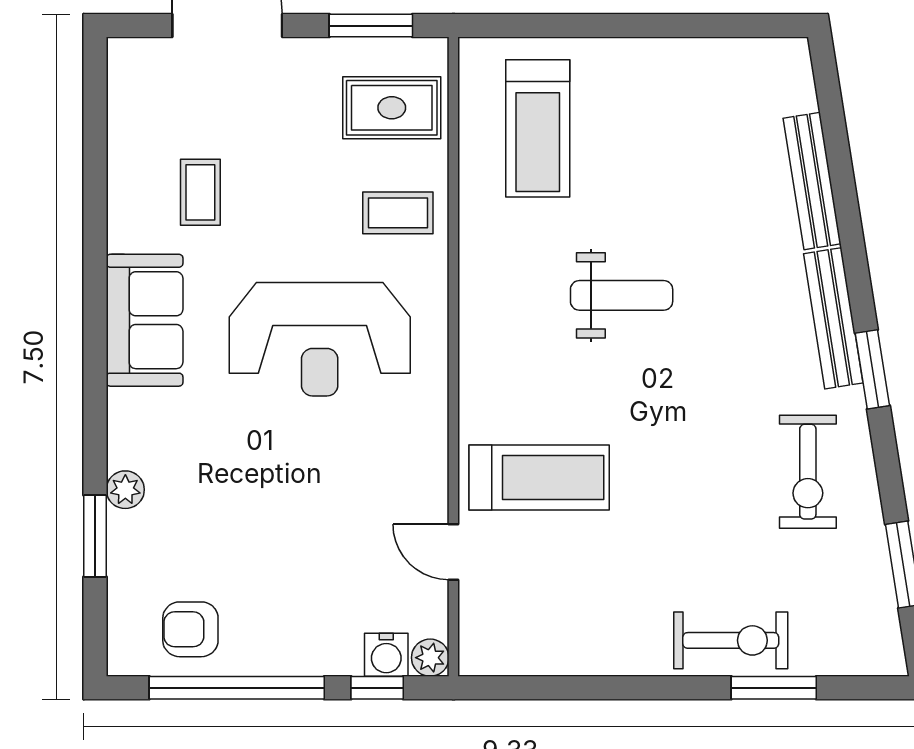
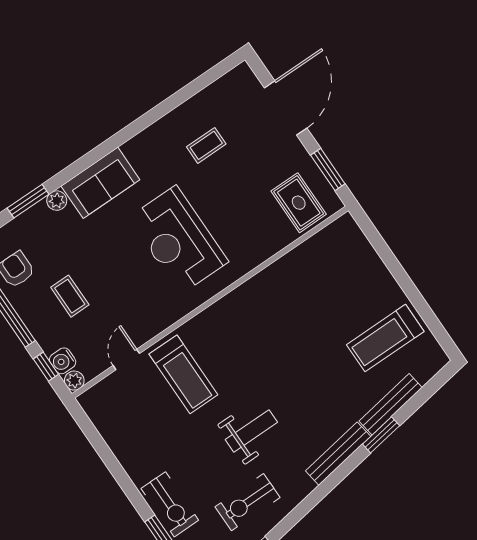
treadmill: (538, 128) -> (385, 338), moved
coffee table: (398, 213) -> (70, 296), moved
weight bench: (622, 295) -> (251, 431), moved, turned -90
sofa: (145, 320) -> (100, 183), moved
window: (872, 369) -> (381, 435), moved
exercise bike: (808, 472) -> (248, 502), moved

